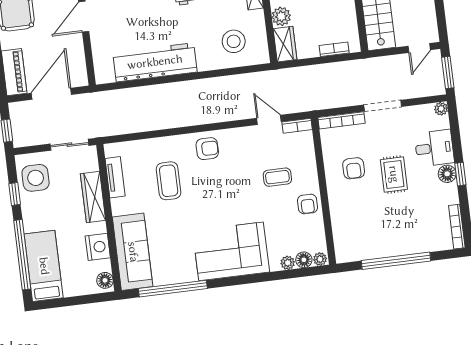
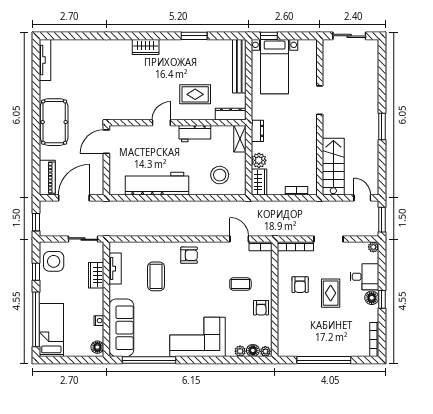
door: (419, 48) -> (362, 198), swing flipped
wardrobe: (93, 197) -> (96, 275), width x0.67
nightstand: (98, 247) -> (99, 321), width x0.53, depth x0.56

